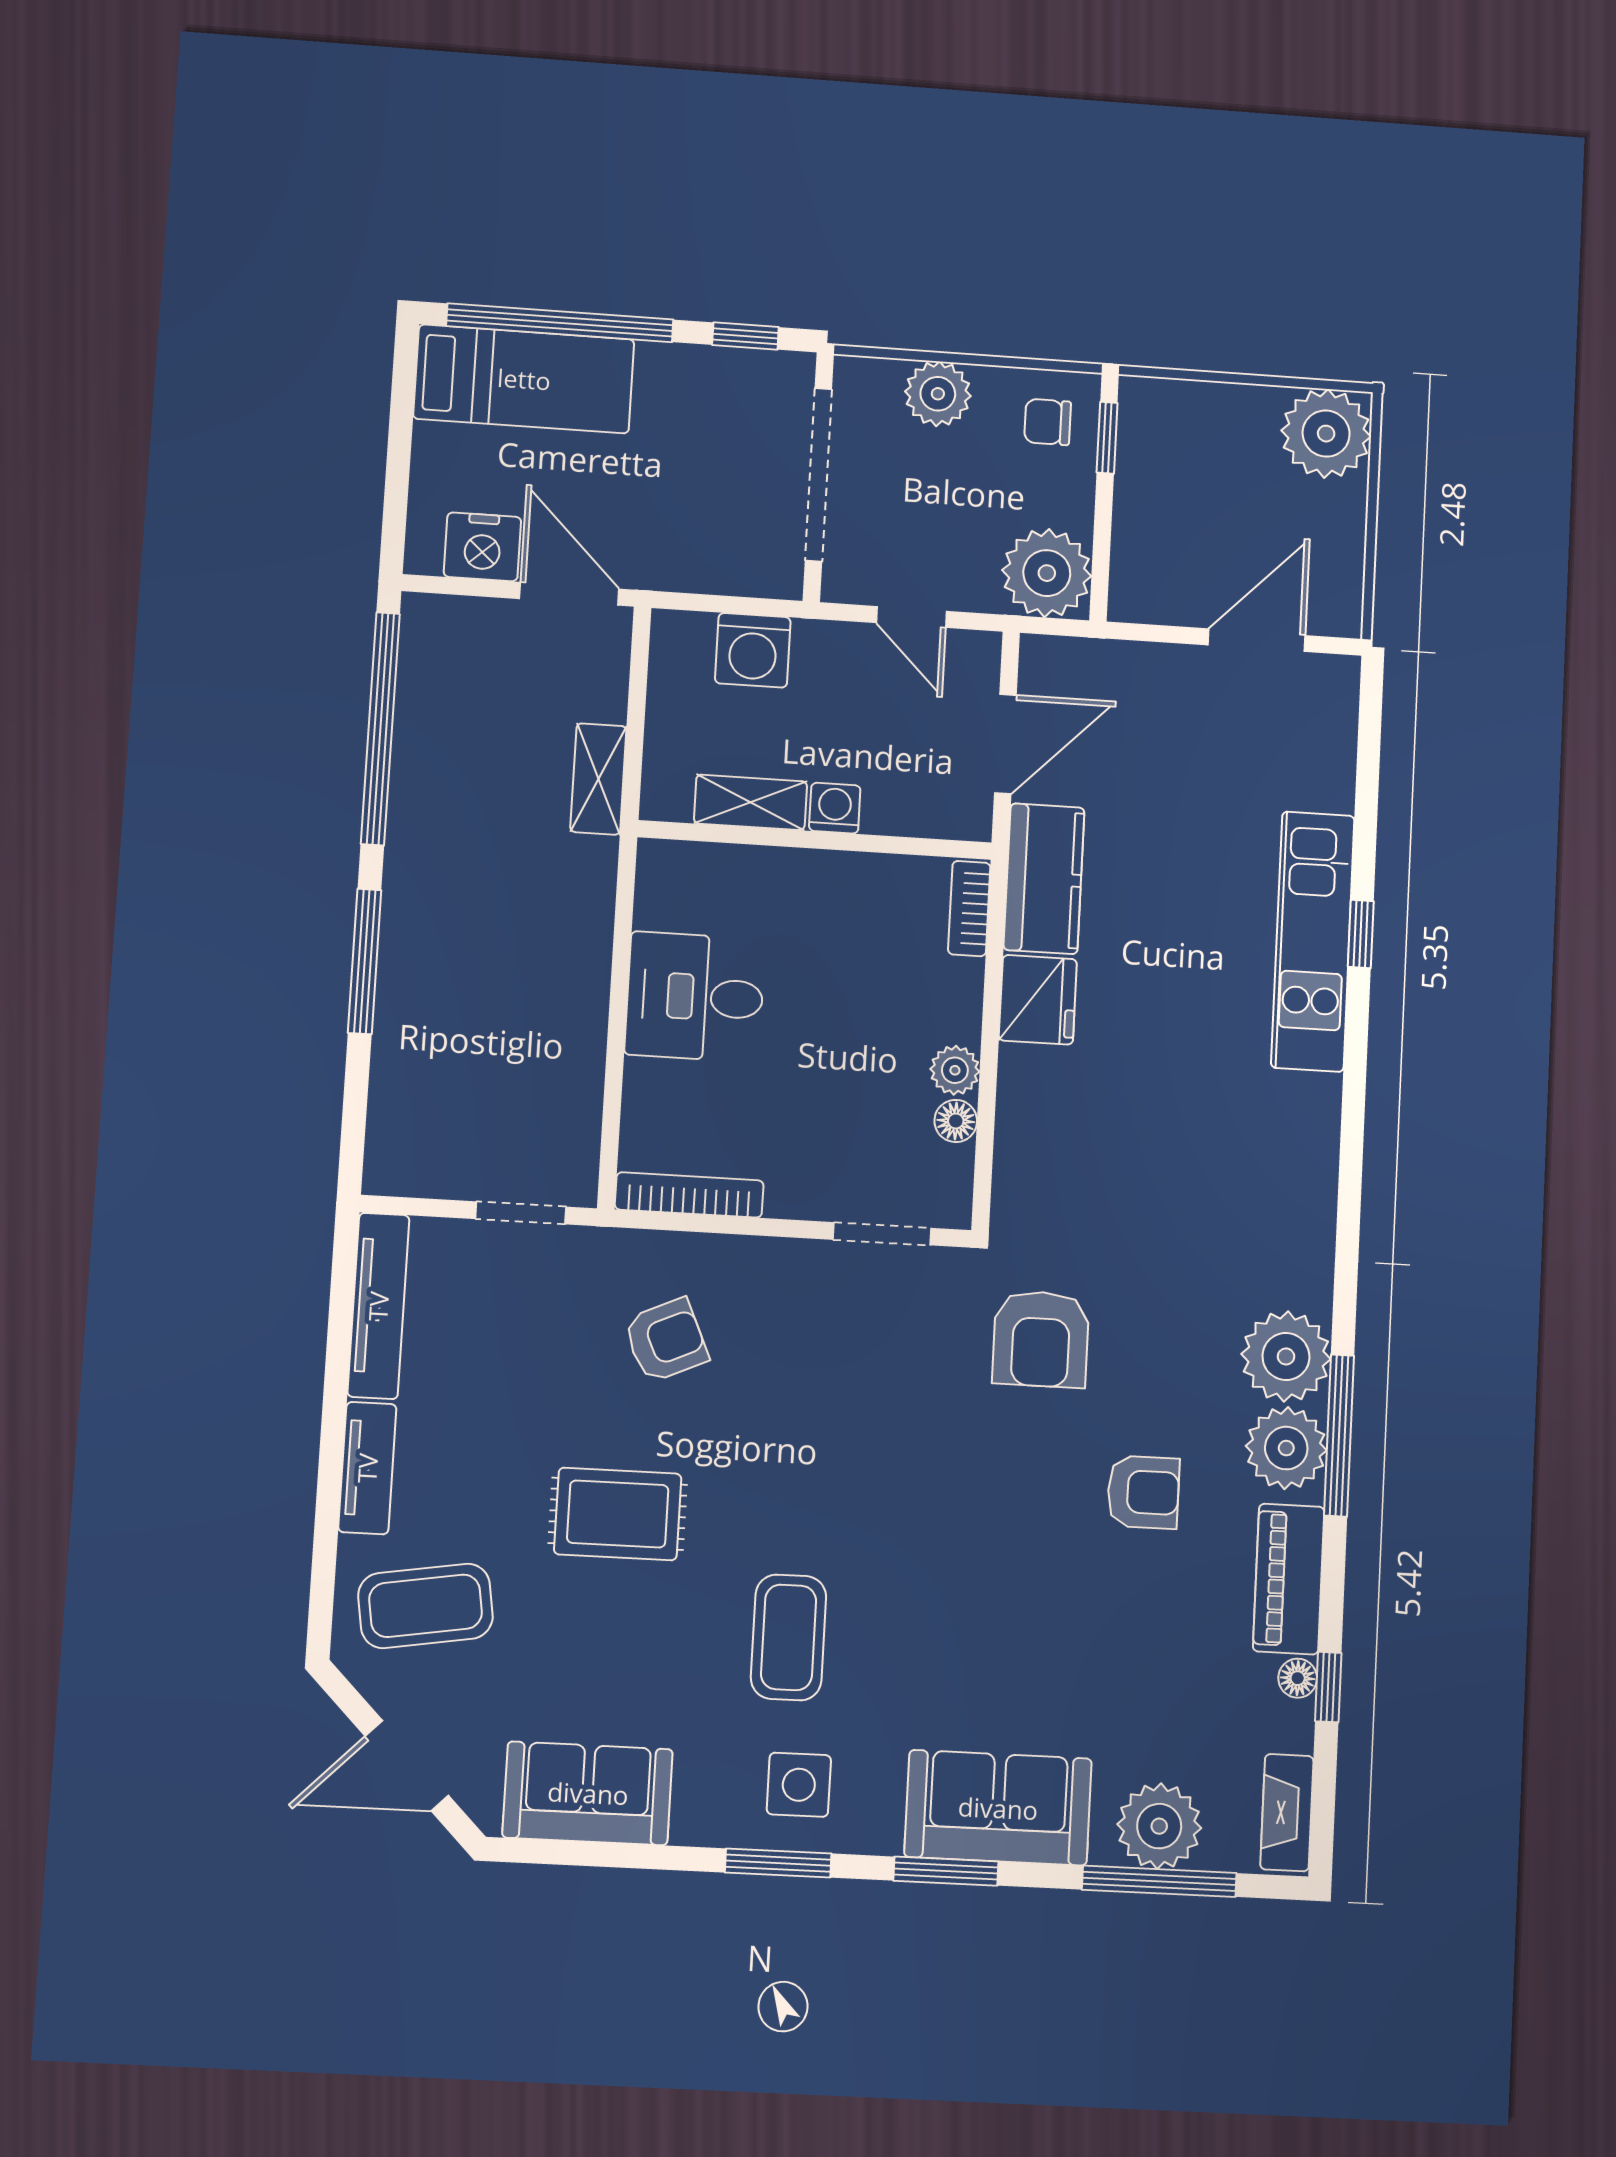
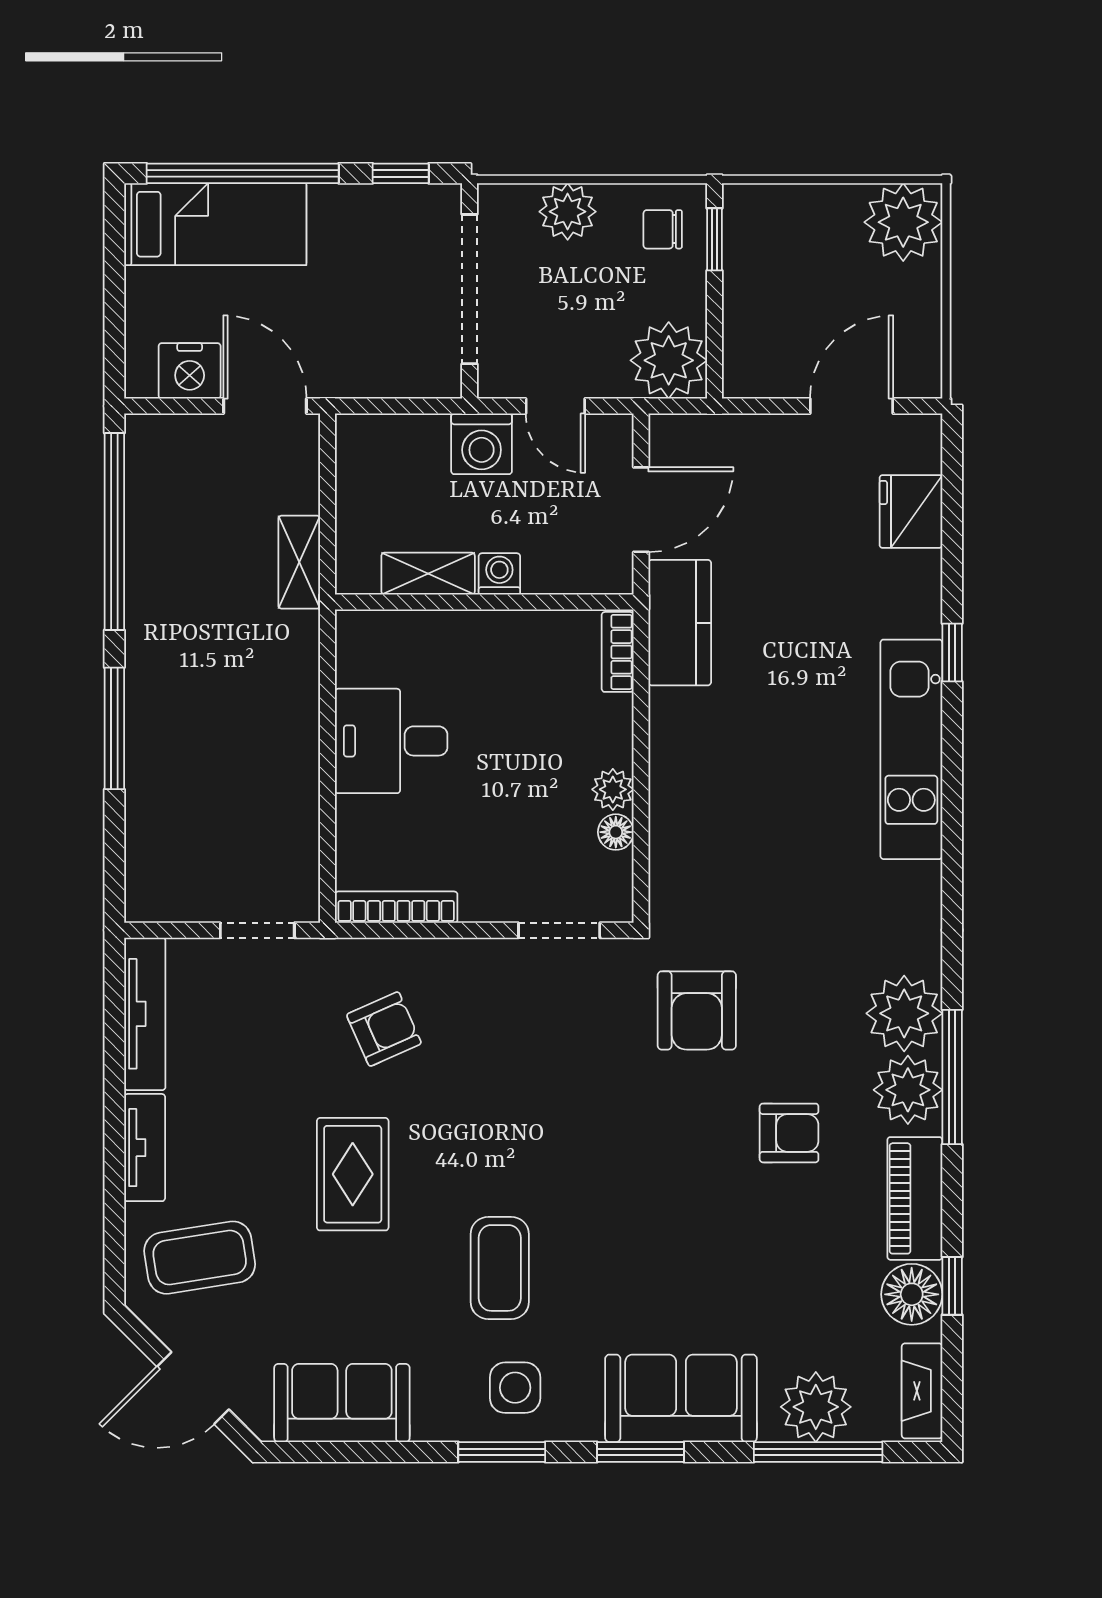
washing machine: (753, 650) -> (482, 444), moved
kitchen unit: (1313, 941) -> (911, 749), moved
fridge: (1038, 1000) -> (911, 511), moved, turned 180
rug: (618, 1514) -> (353, 1174), turned 90
floor lamp: (1298, 1678) -> (912, 1294), width x1.89, depth x1.89

